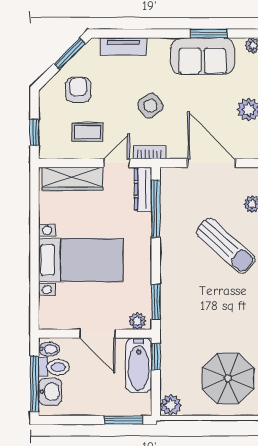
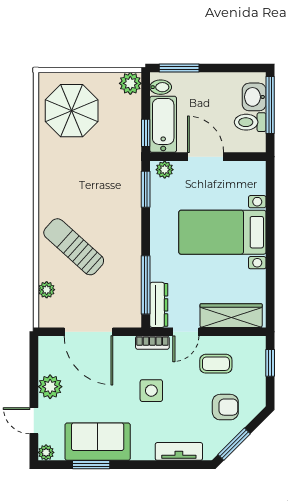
armchair: (78, 90) -> (225, 407), turned -90
side table: (150, 106) -> (151, 391), turned 36
bidet: (49, 349) -> (161, 87), moved, turned 180

